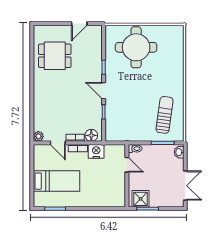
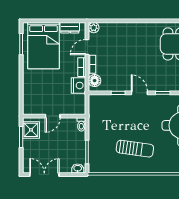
door: (104, 91) -> (139, 93), hinge flipped
sun lounger: (165, 115) -> (135, 149), moved
dresser: (39, 160) -> (70, 28), added
door: (127, 165) -> (53, 116), moved
bed: (56, 181) -> (44, 46), width x1.50
double door: (185, 186) -> (44, 175), swing flipped

